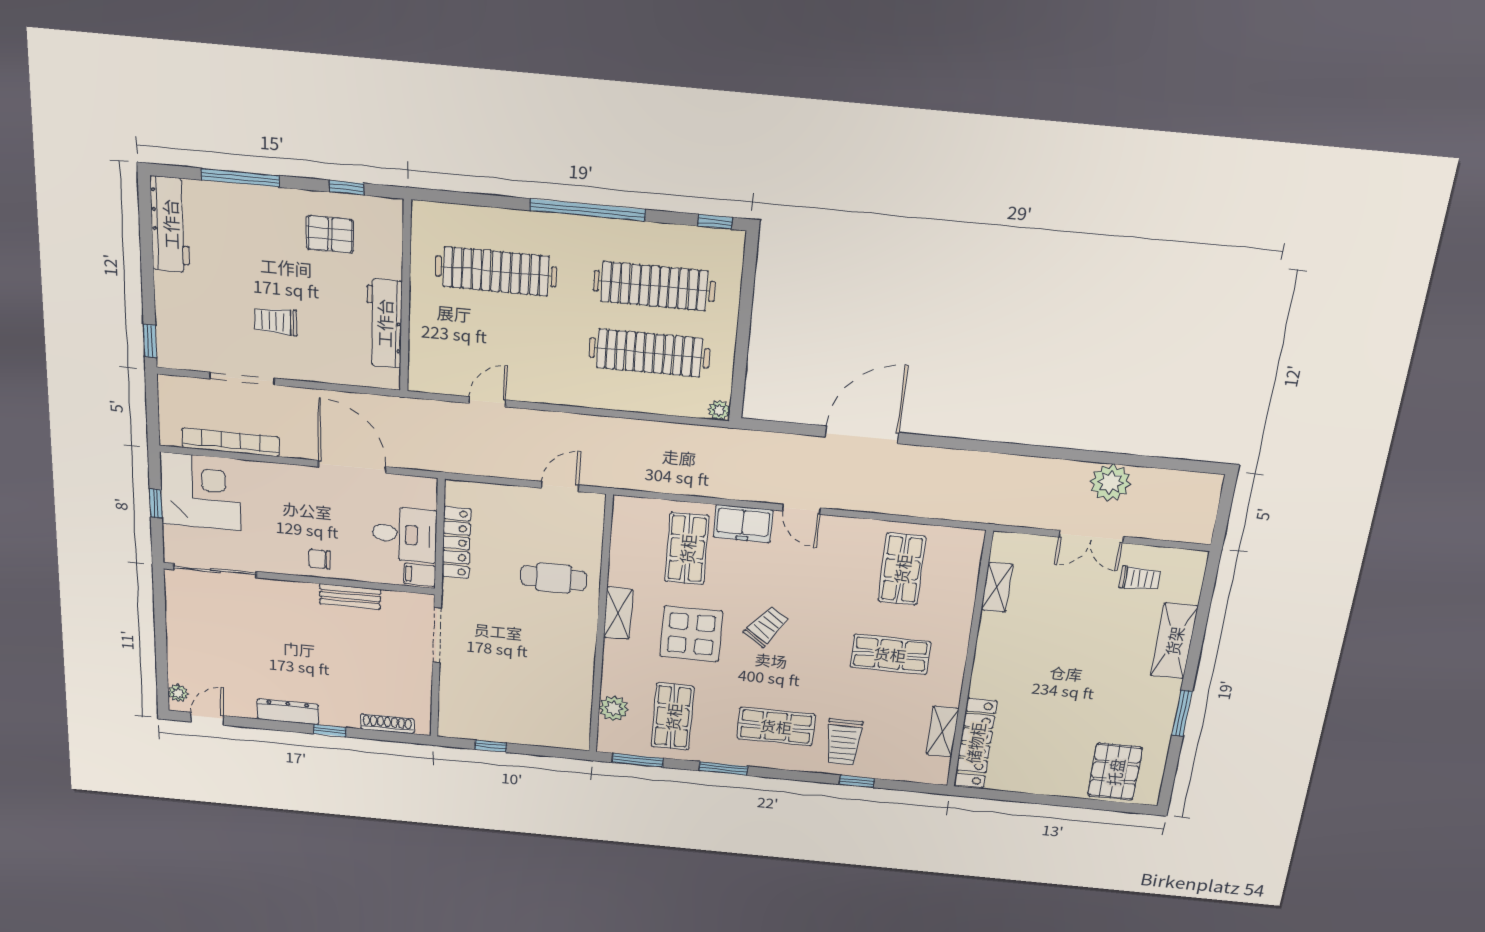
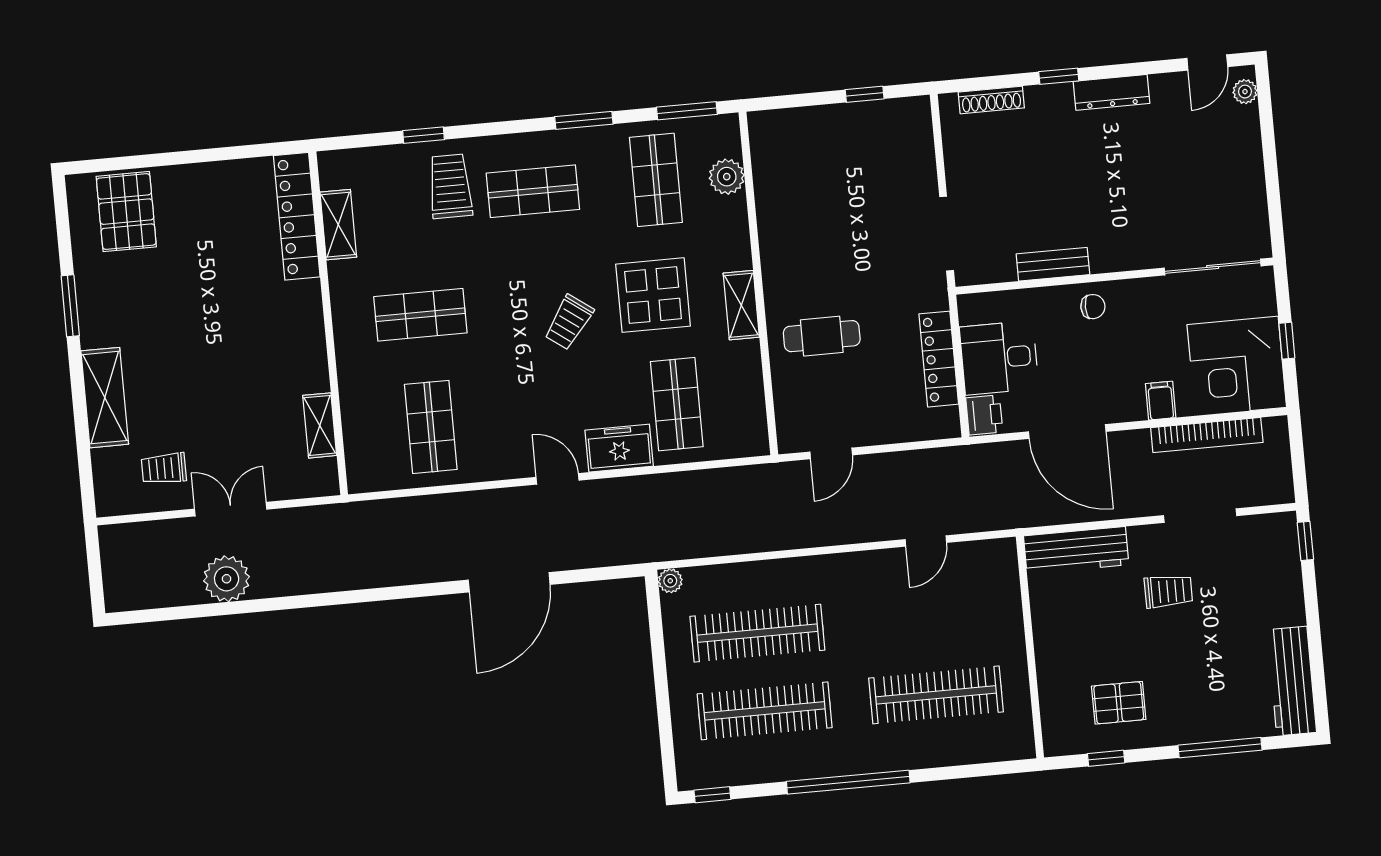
workbench: (384, 323) -> (1076, 550), moved, turned 90
printer: (423, 493) -> (984, 415), added
filing cabinet: (420, 575) -> (1161, 401), moved, turned -90

